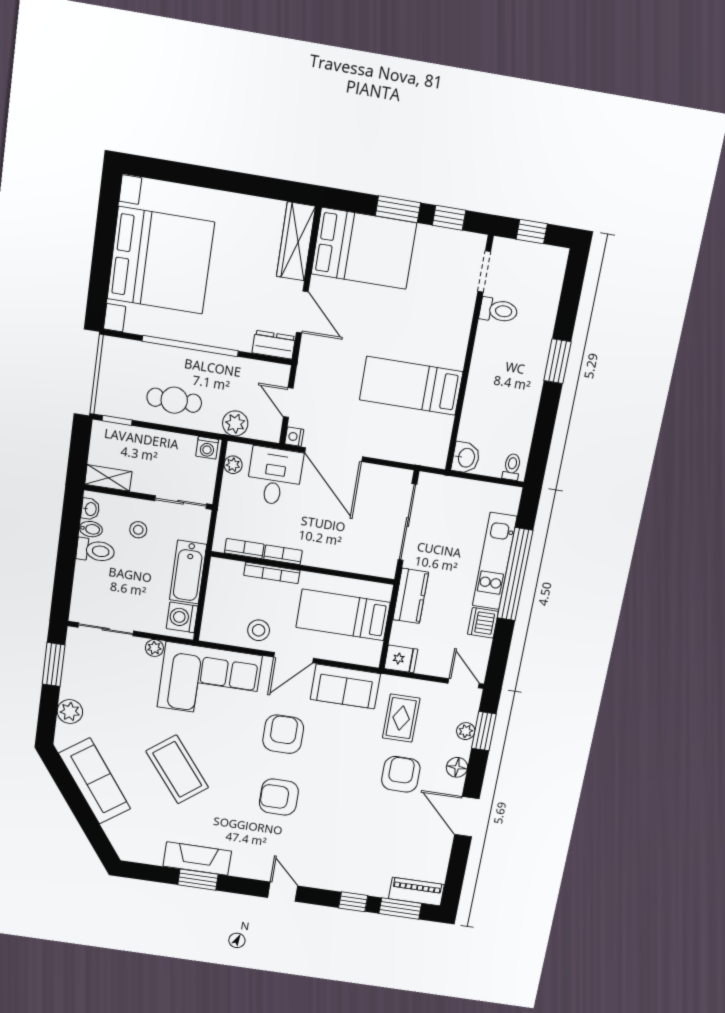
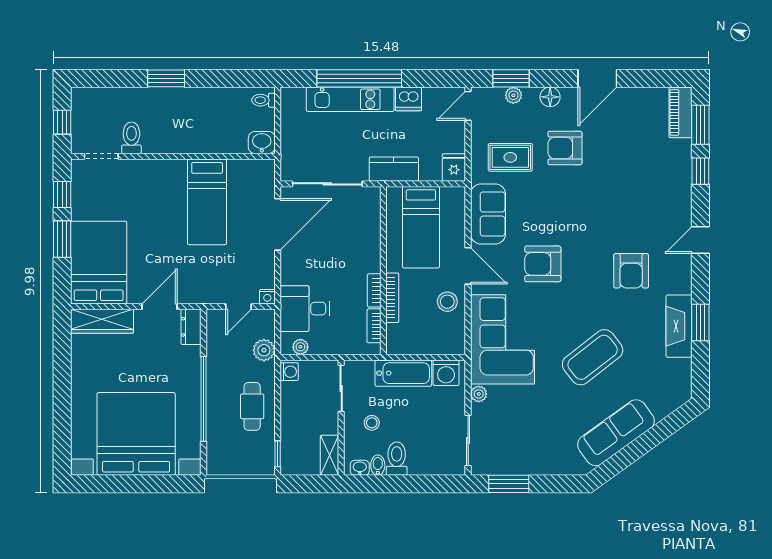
door: (334, 455) -> (278, 224), moved
plant: (70, 712) -> (552, 464), removed
armchair: (279, 797) -> (631, 271), moved

